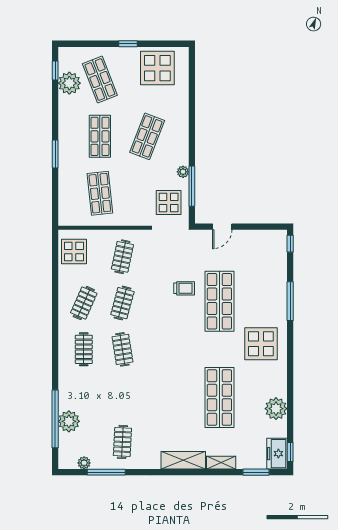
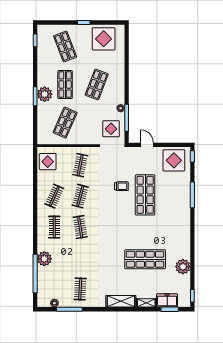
plant: (69, 83) -> (45, 94), moved
shop shelf: (100, 193) -> (65, 123), turned 30
door: (222, 227) -> (147, 145), swing flipped
display table: (261, 344) -> (174, 160), moved
shop shelf: (219, 397) -> (145, 259), turned 90
plant: (69, 421) -> (44, 259), moved
freezer: (277, 454) -> (167, 300), moved, turned 90

